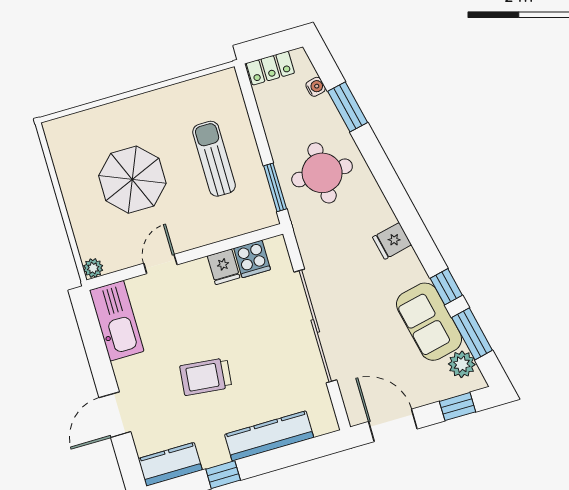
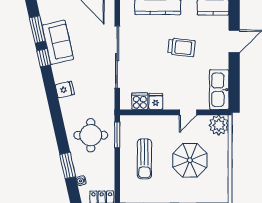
plant: (93, 268) -> (219, 125), width x1.88, depth x1.88
plant: (462, 364) -> (47, 15), removed

